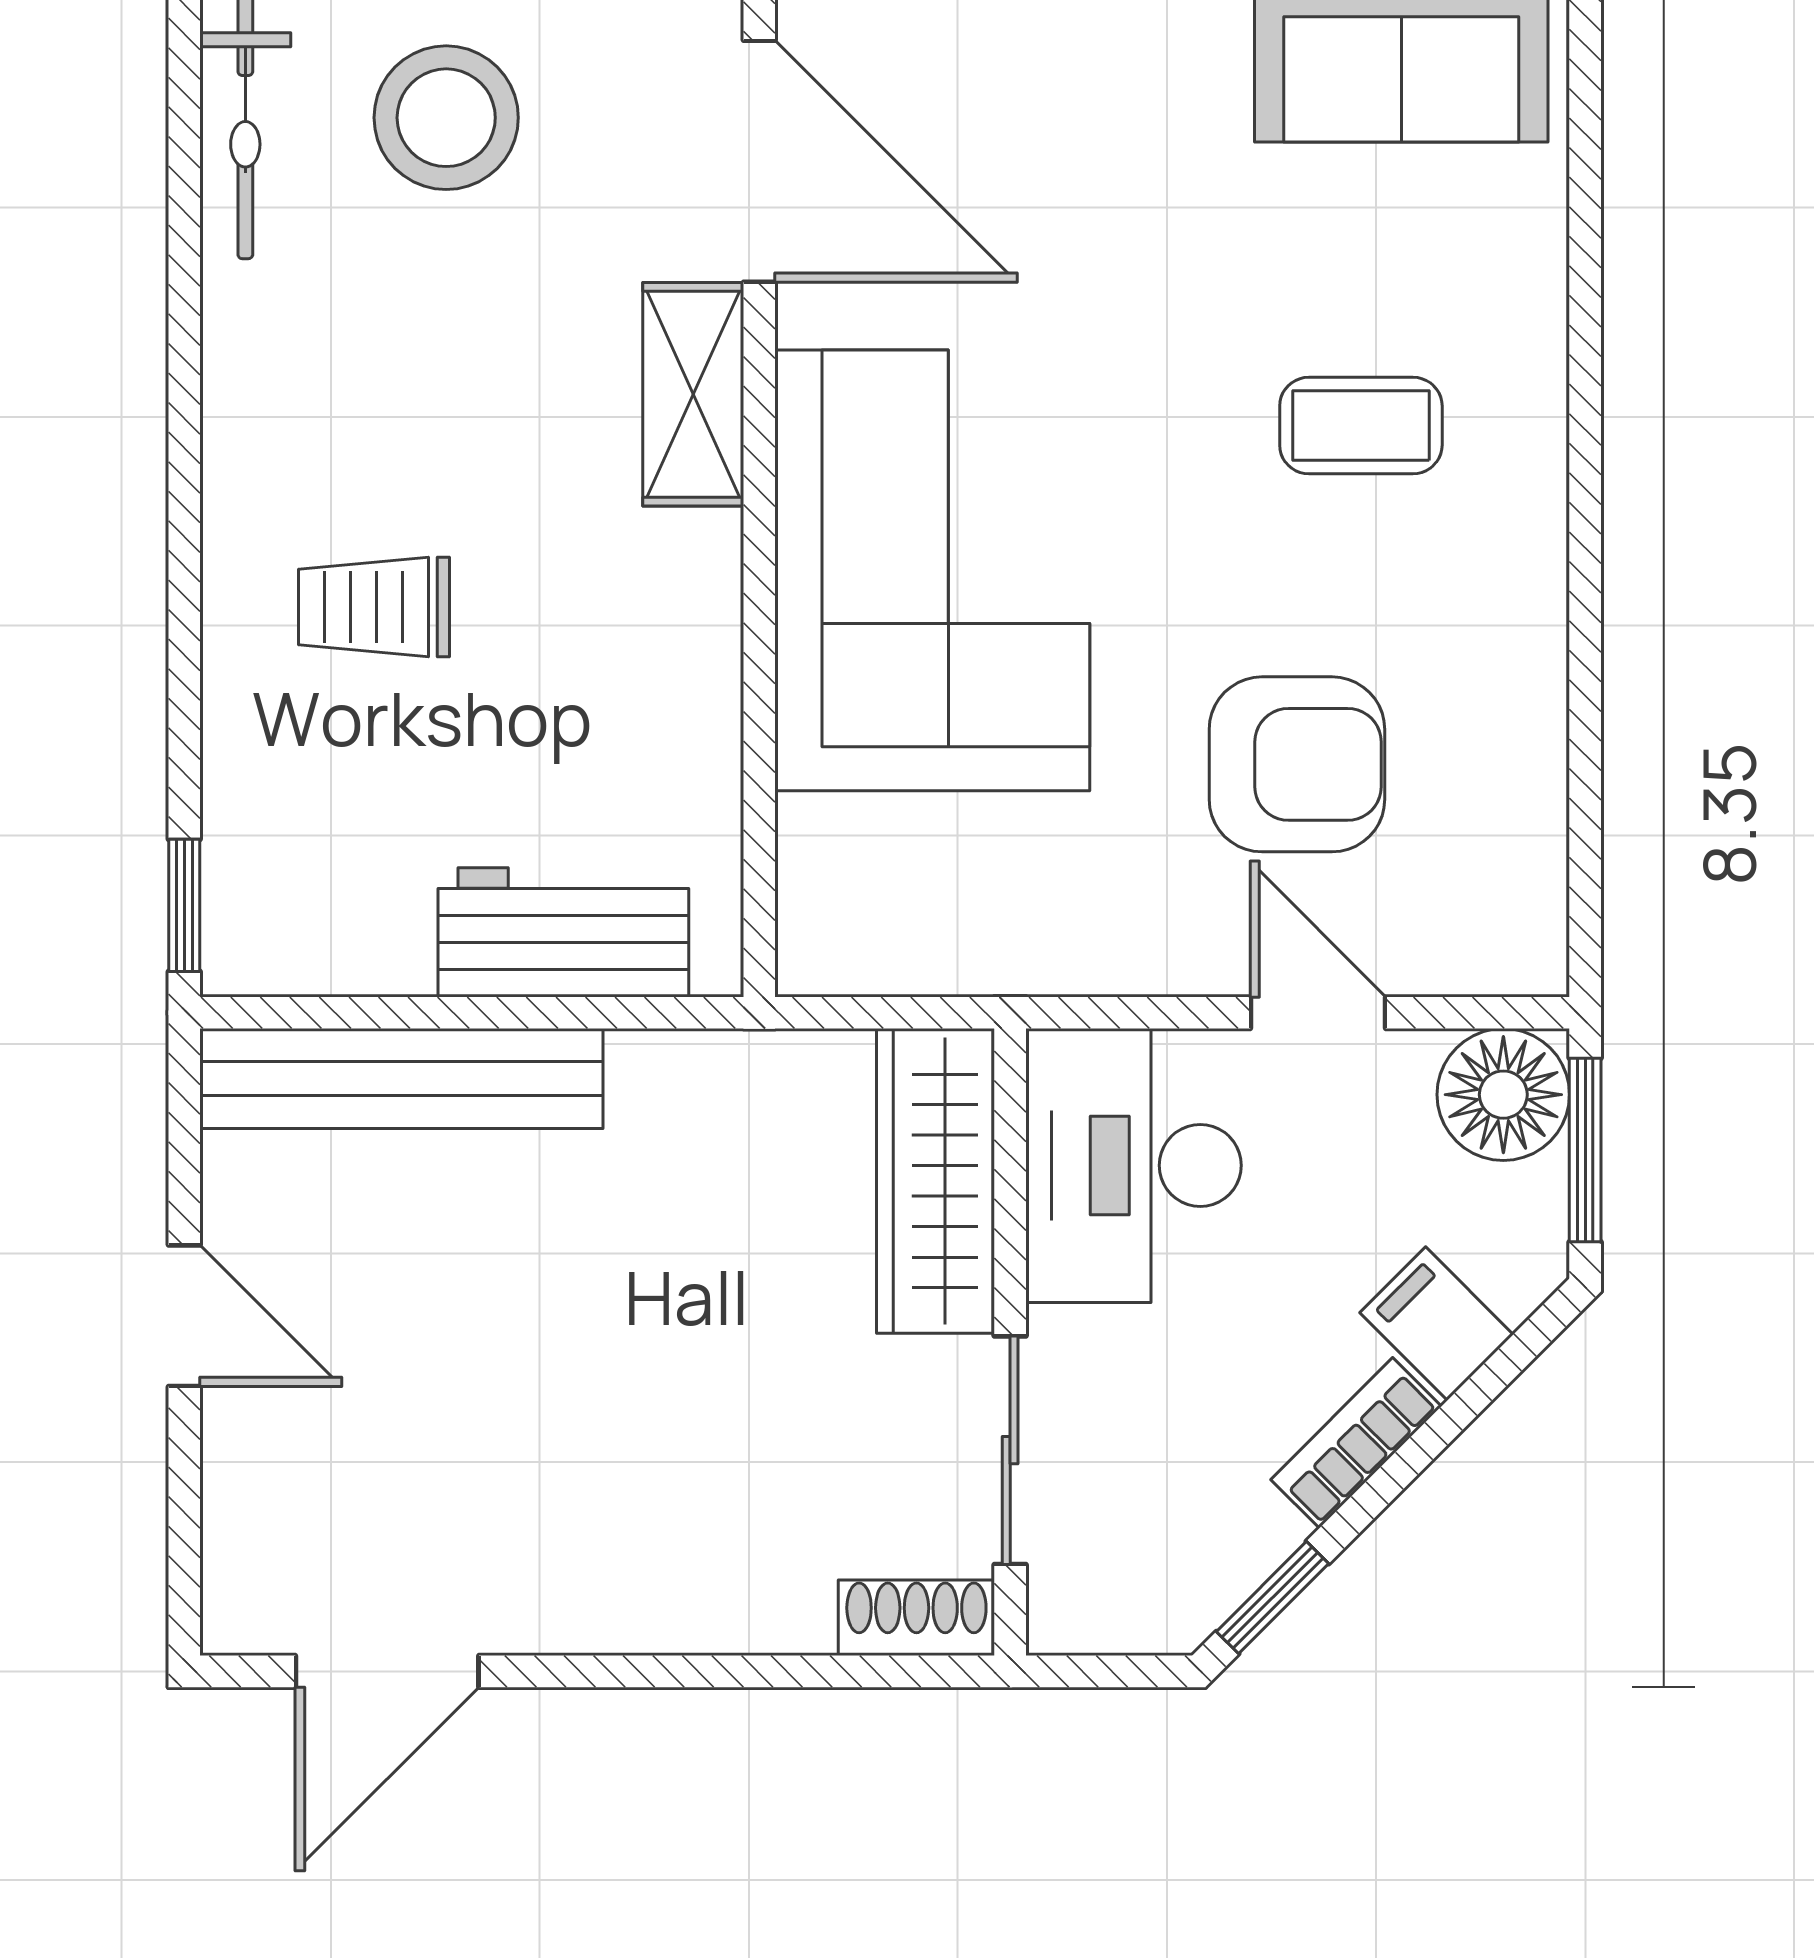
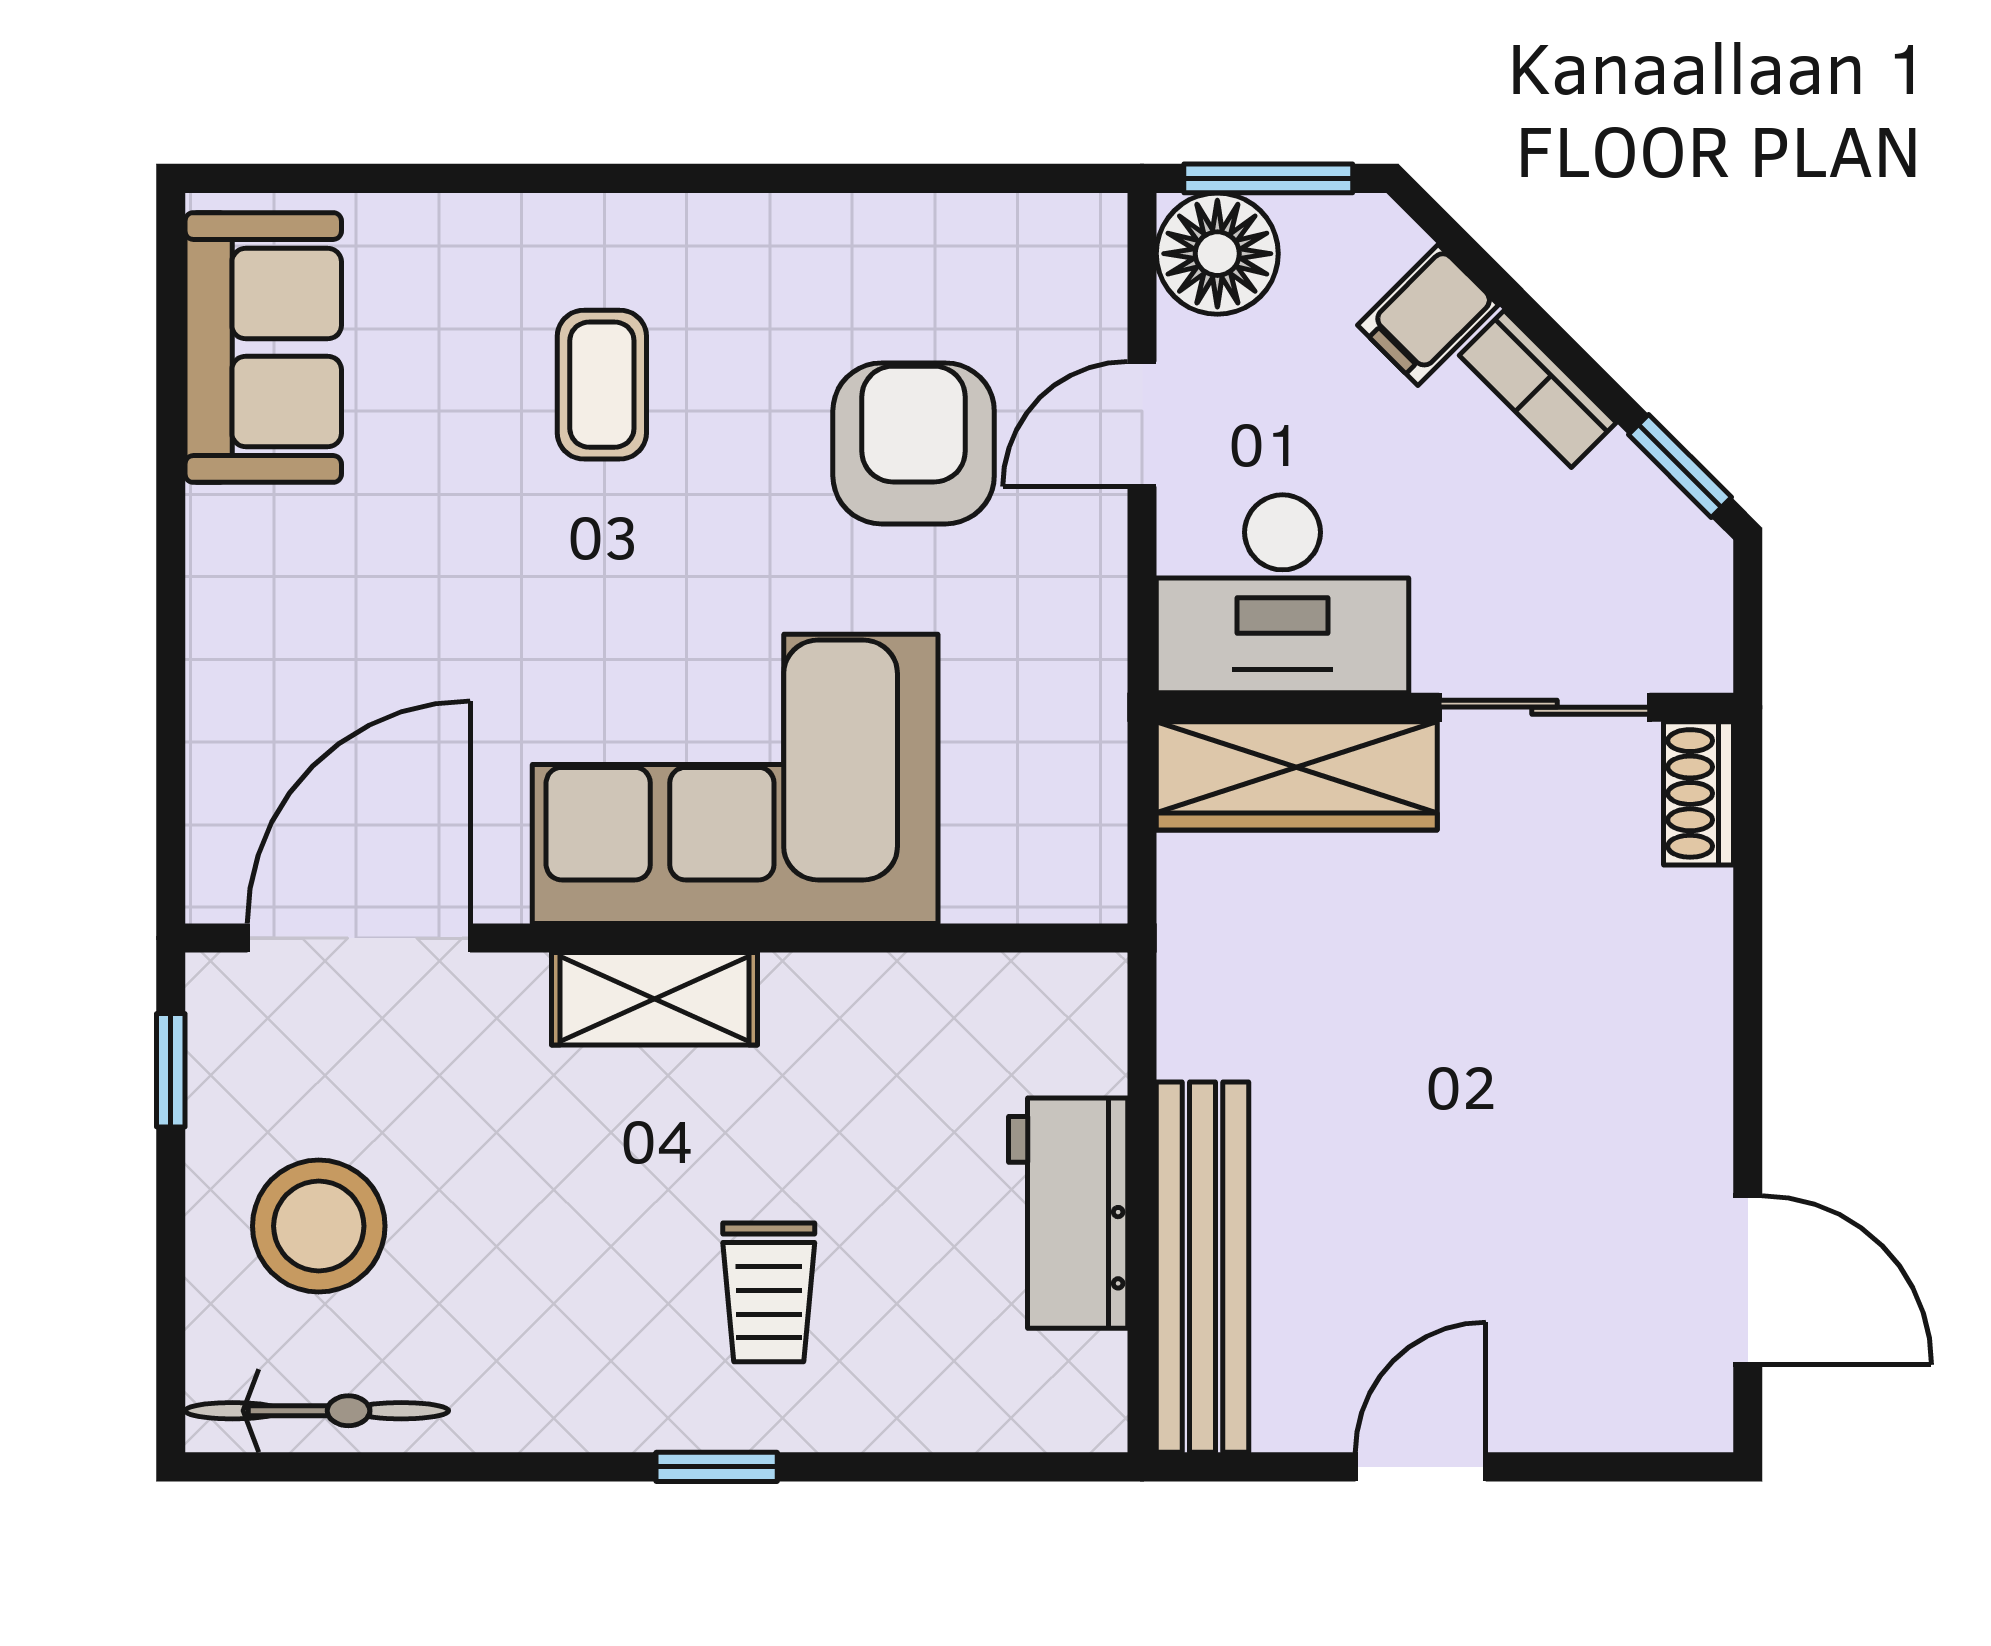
shelving: (693, 394) -> (655, 999), moved
window: (184, 905) -> (717, 1467), moved
workbench: (563, 932) -> (1068, 1213), moved

